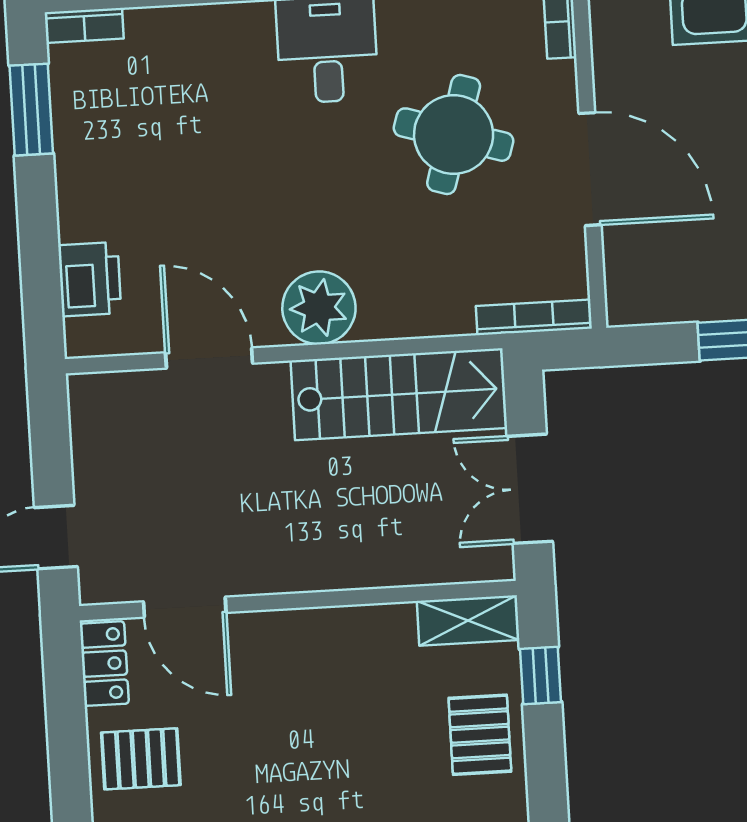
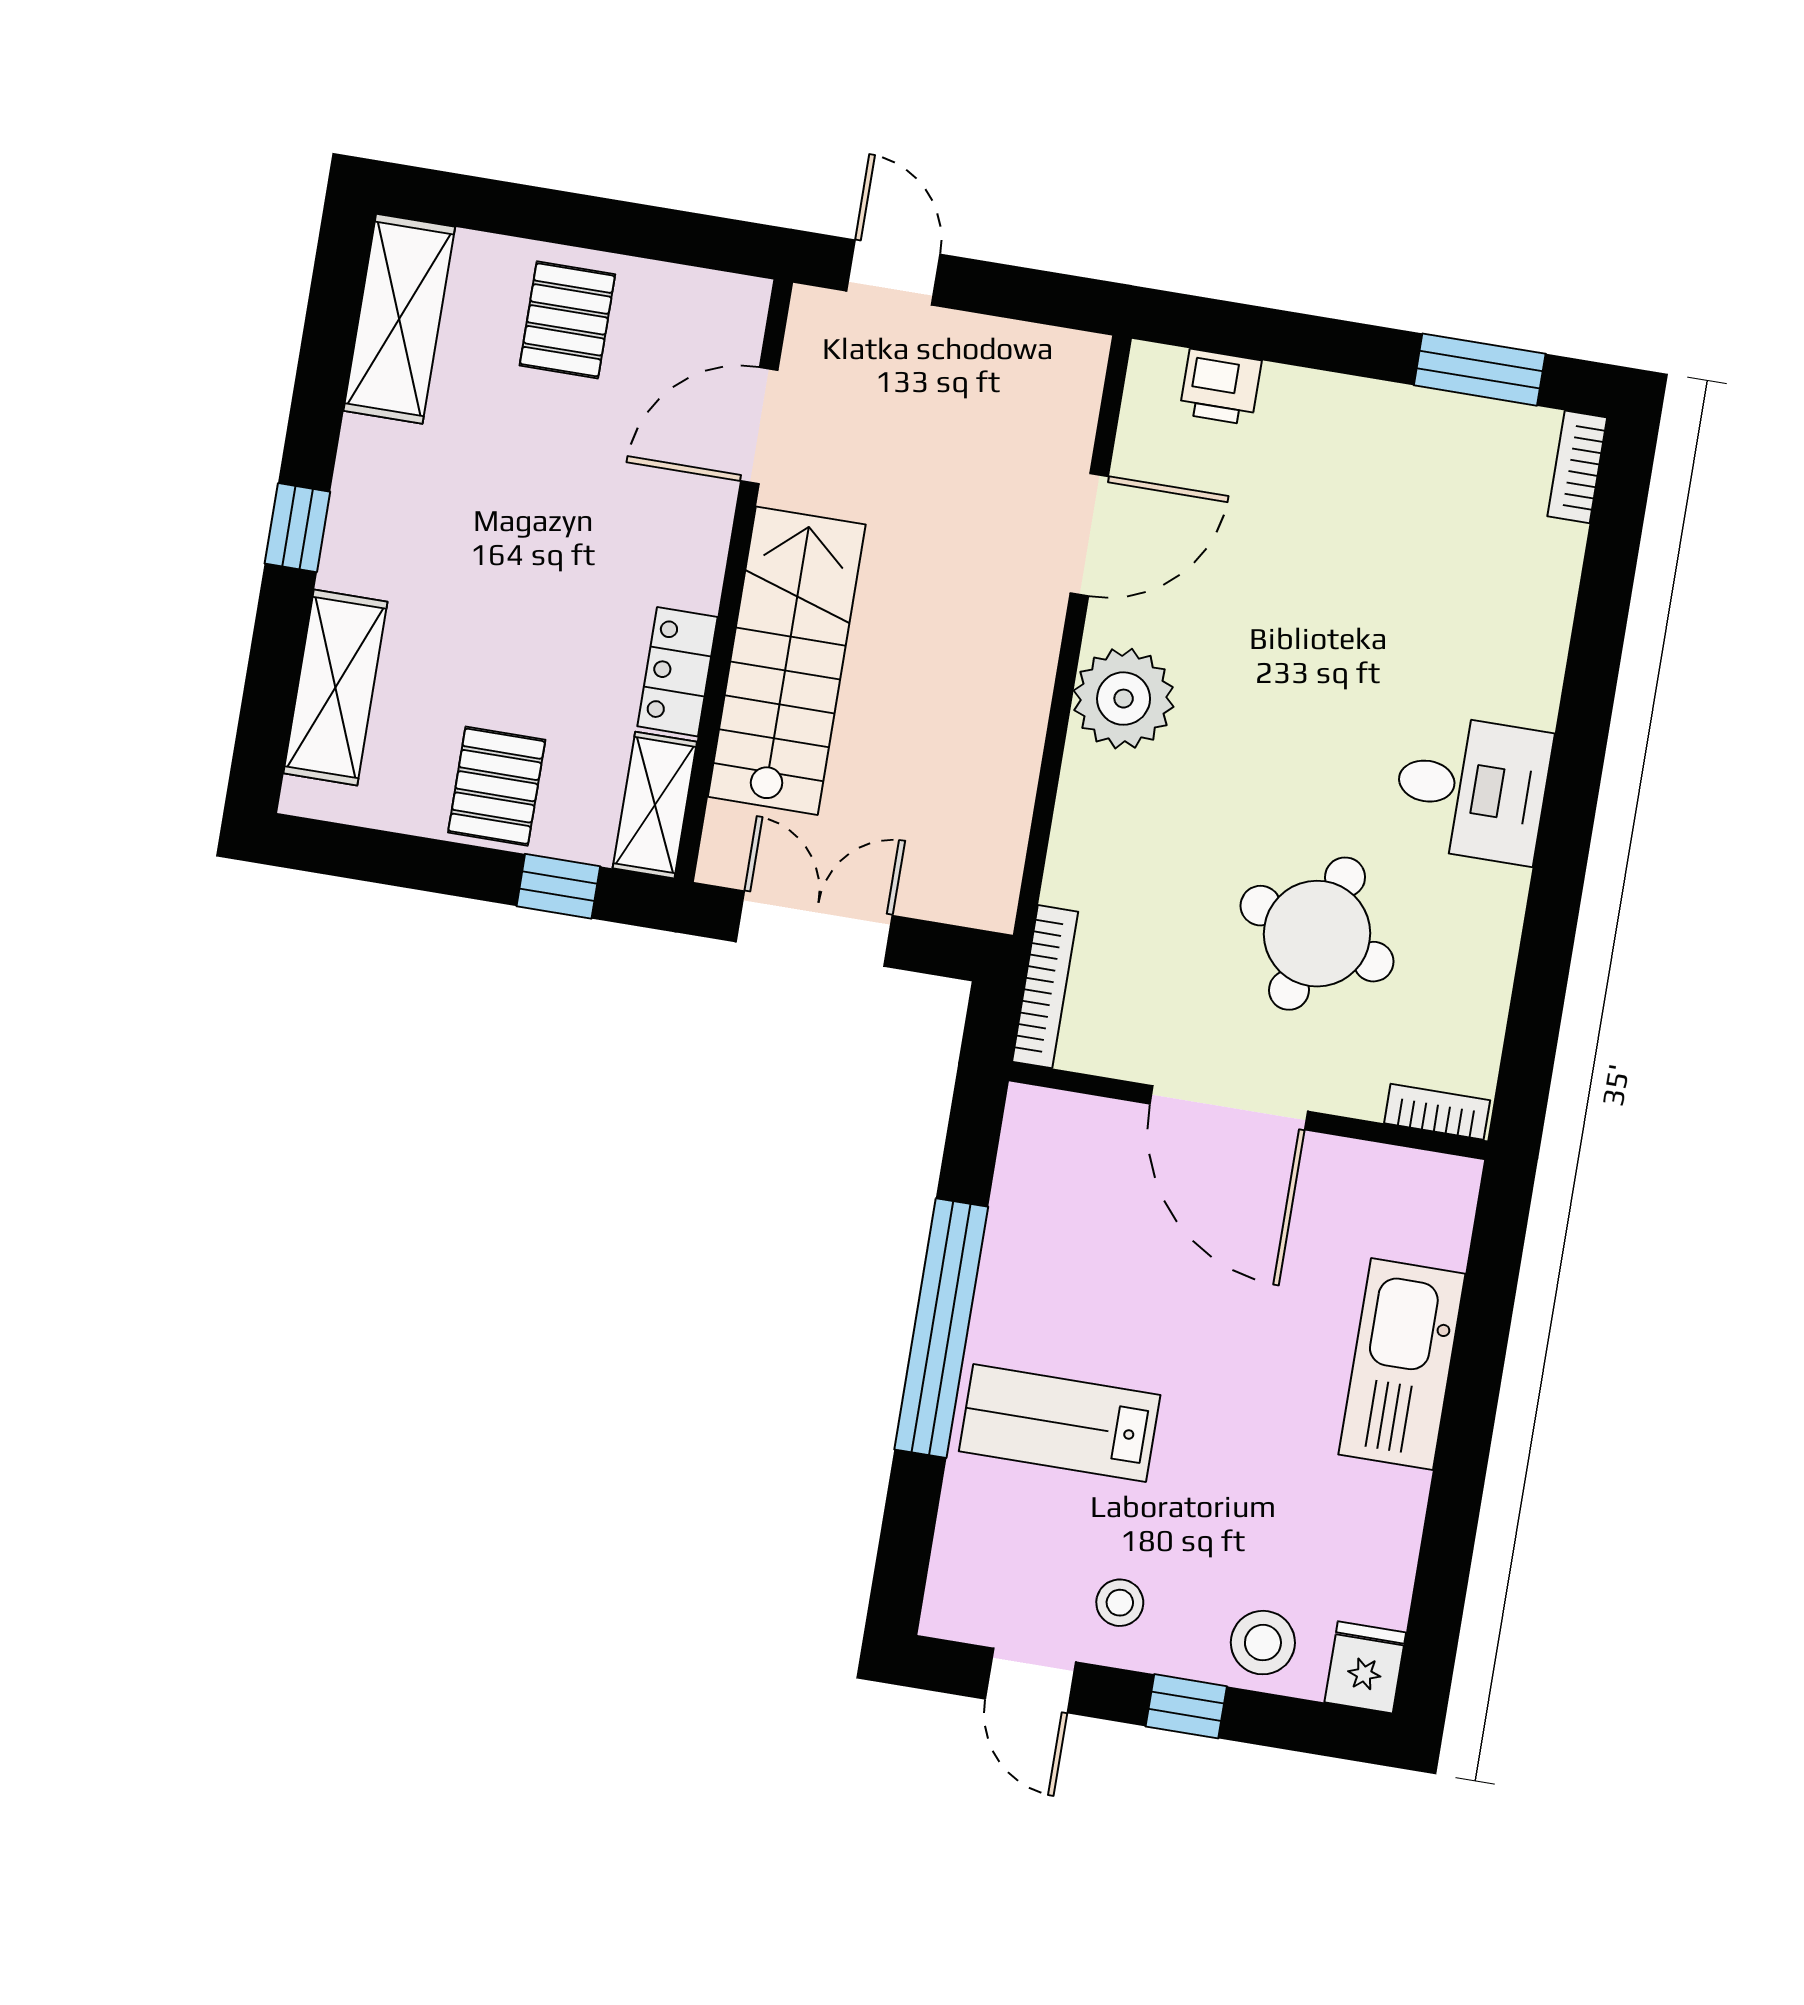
door: (590, 169) -> (1229, 1108), hinge flipped
printer: (90, 279) -> (1220, 387), width x0.73, depth x0.81
stairs: (399, 394) -> (787, 661), moved, turned 180
locker: (104, 664) -> (677, 672), moved, turned 90
pallet: (480, 735) -> (497, 786), turned 90

